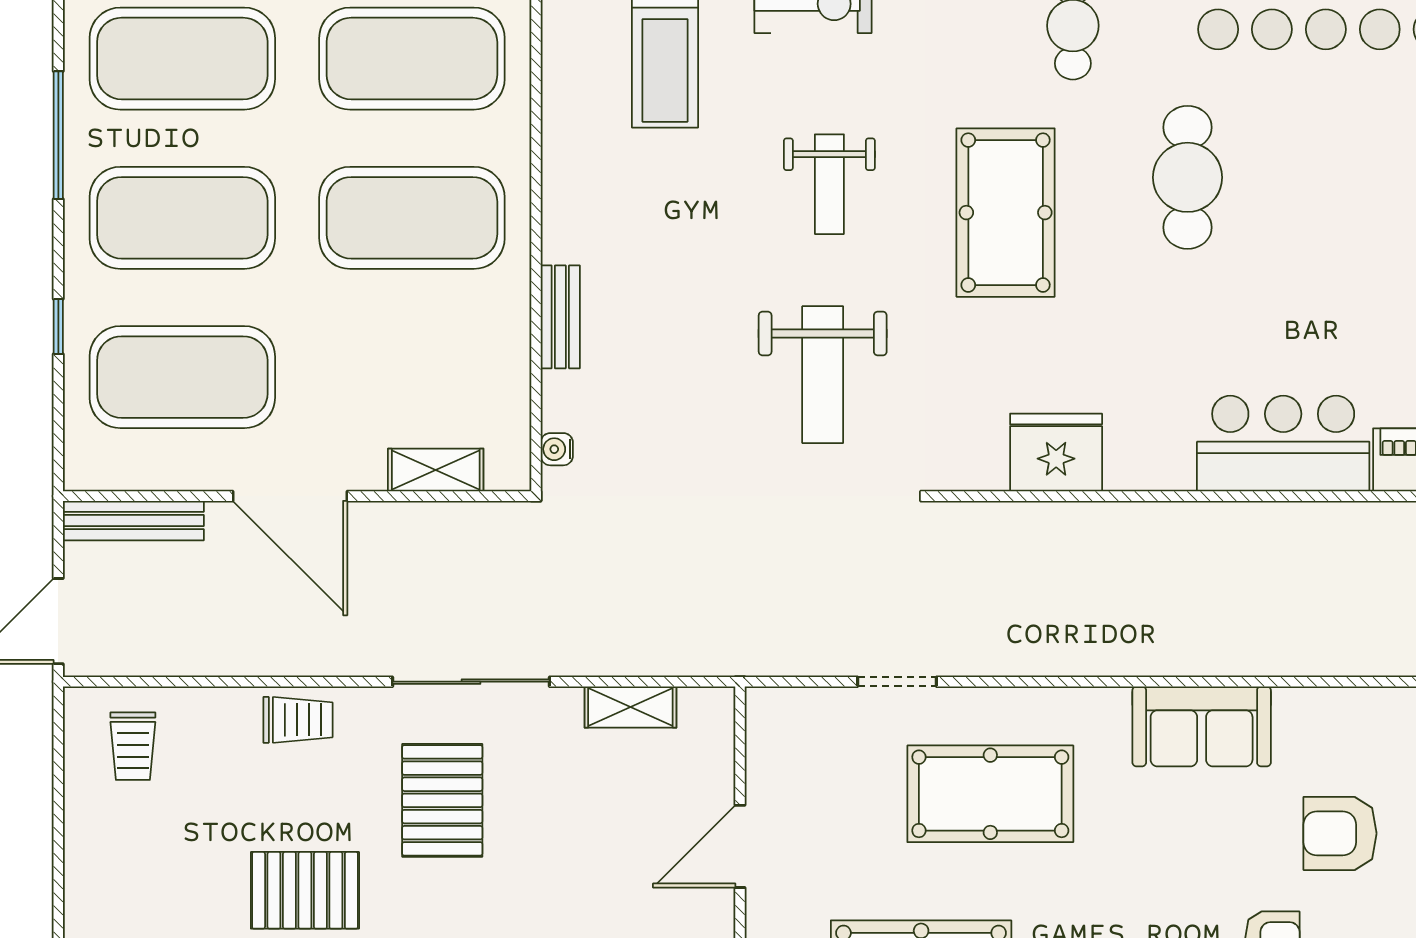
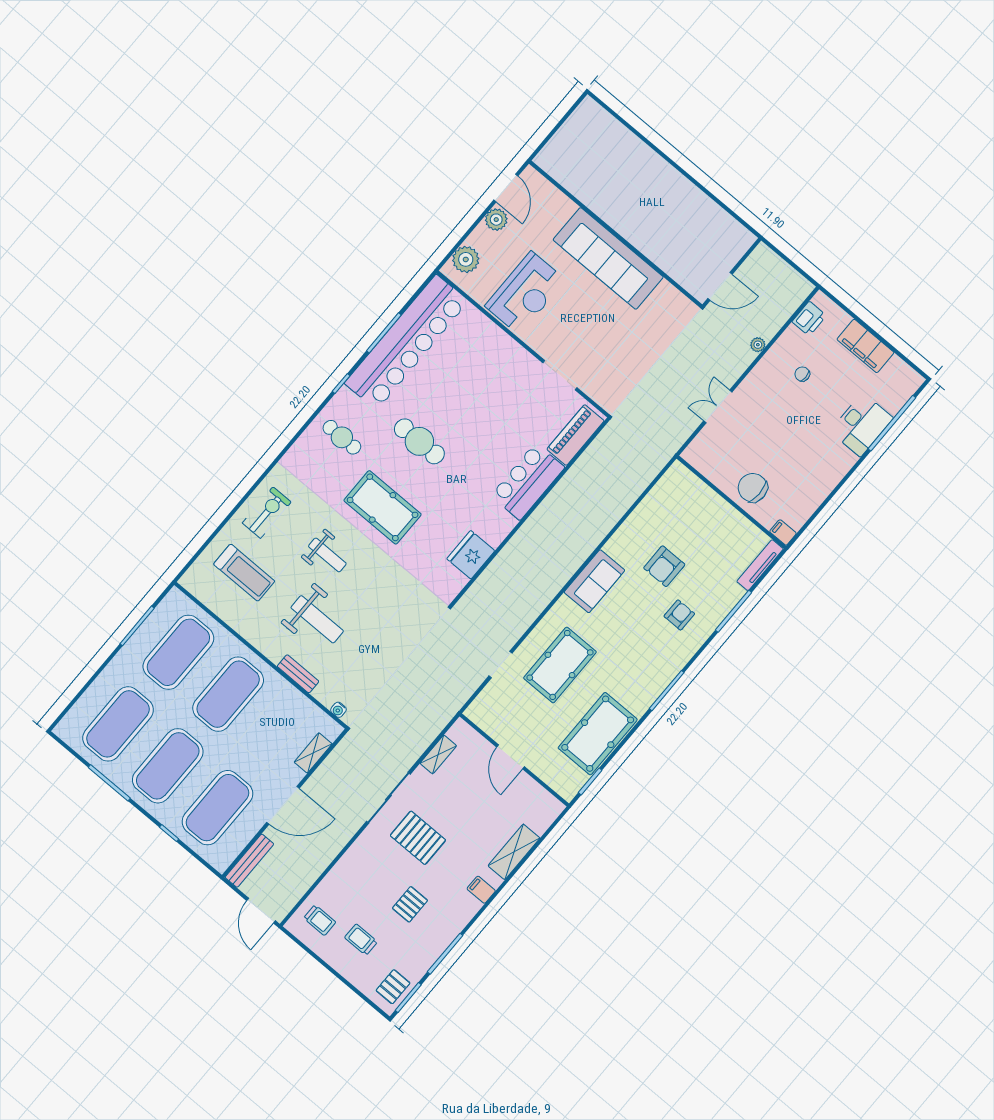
weight bench: (823, 375) -> (317, 619), moved
trolley: (298, 720) -> (361, 940), moved, turned -90
pallet: (305, 890) -> (410, 904), width x0.67, depth x0.71

